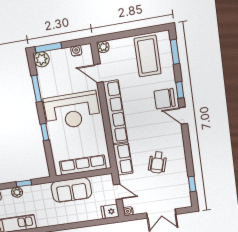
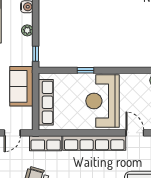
door: (99, 73) -> (135, 133), hinge flipped
window: (37, 89) -> (130, 70), removed
window: (24, 183) -> (36, 54), moved

